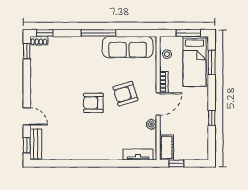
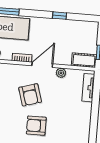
armchair: (93, 103) -> (36, 126), turned 90
door: (158, 104) -> (42, 65), hinge flipped

